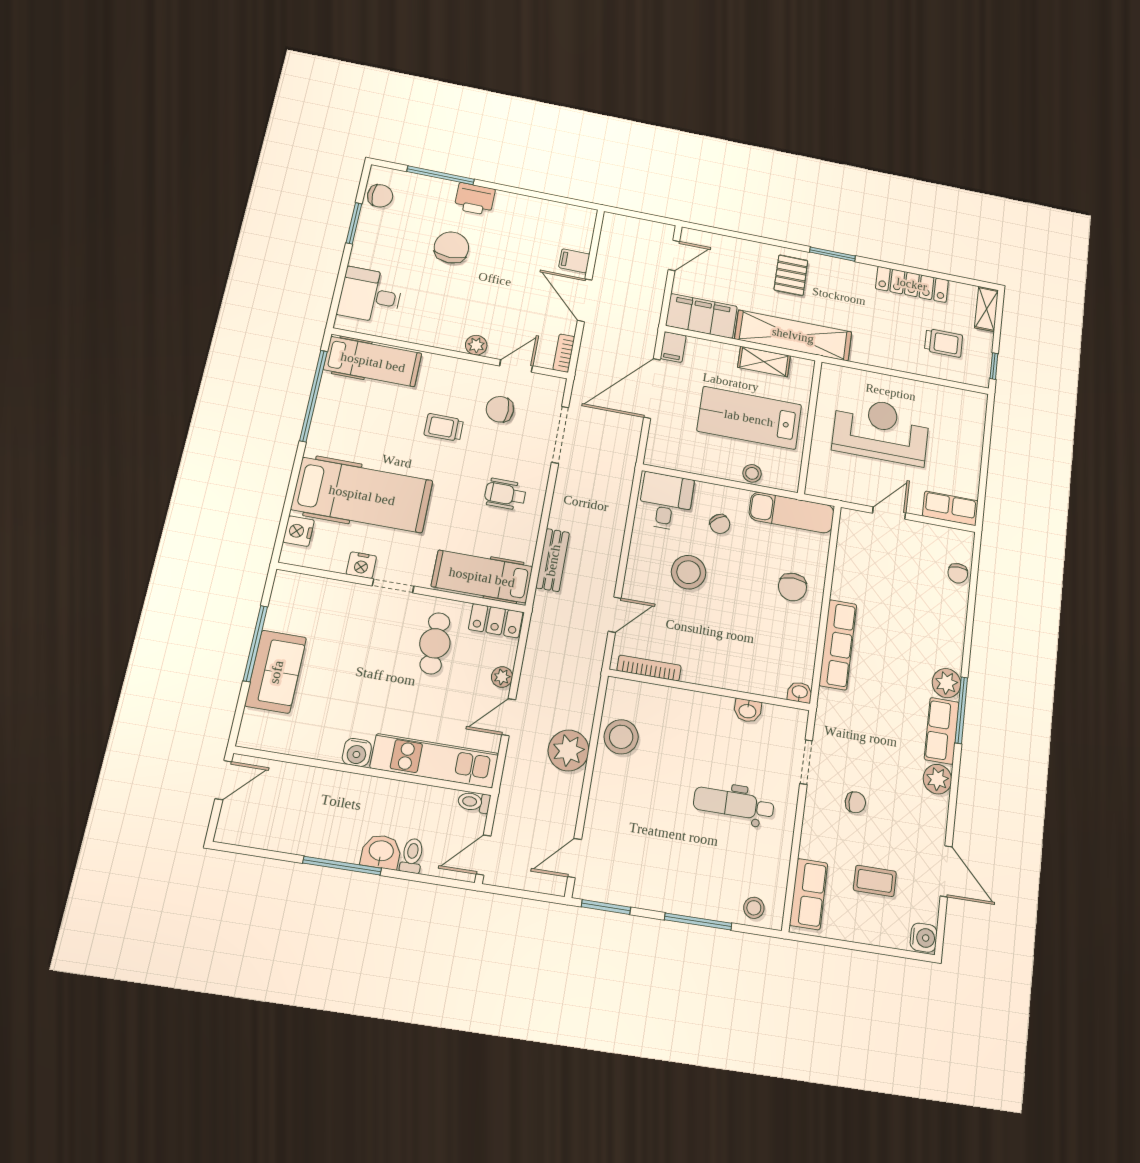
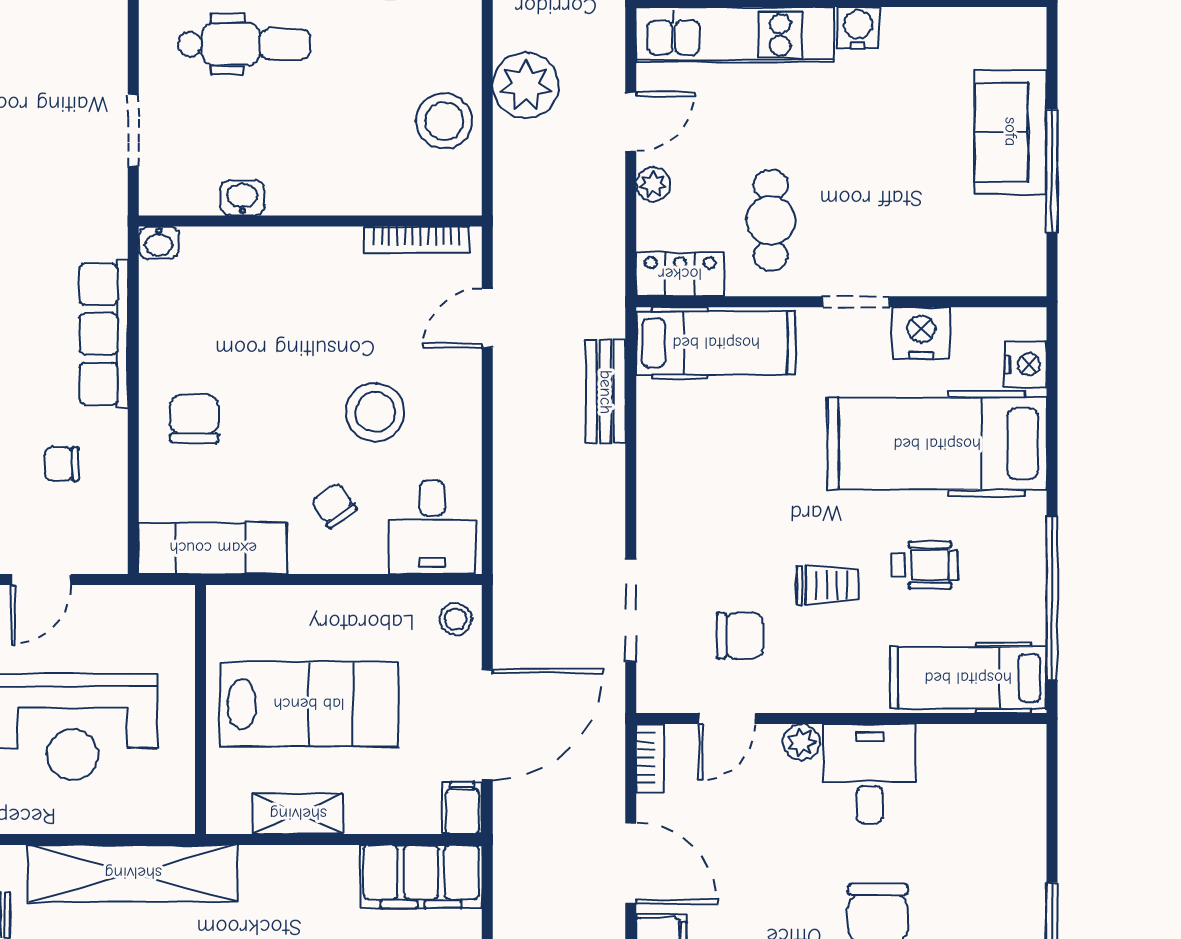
desk: (370, 295) -> (869, 774), moved, turned -90
shelving: (793, 335) -> (133, 873), moved
stool: (752, 473) -> (455, 619), moved
wheelchair: (505, 494) -> (925, 565), moved
nightstand: (361, 565) -> (921, 333), width x1.36, depth x1.33
chair: (855, 802) -> (62, 464), moved

